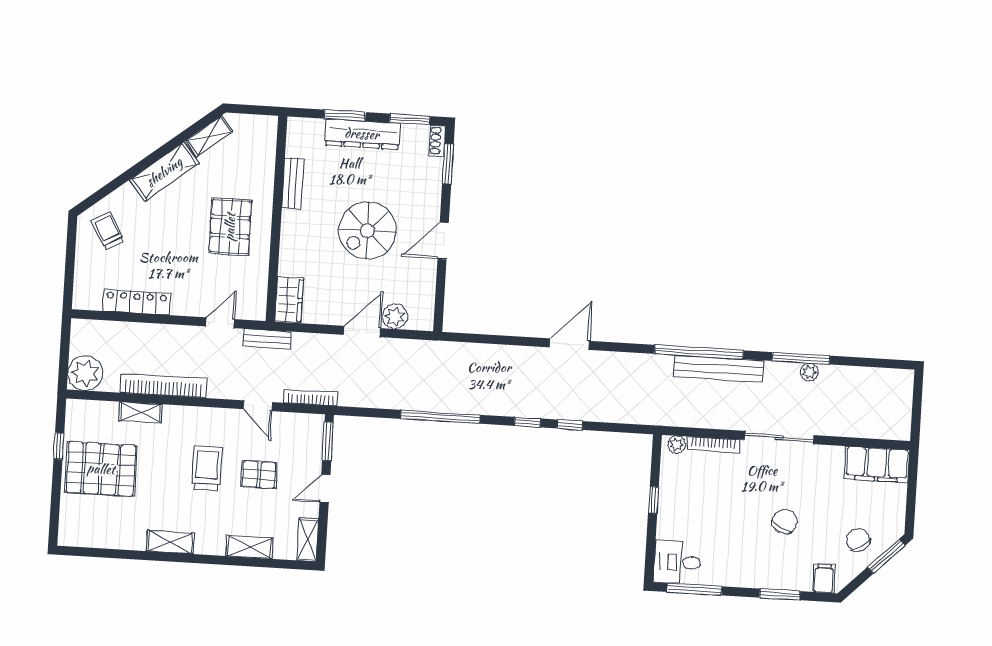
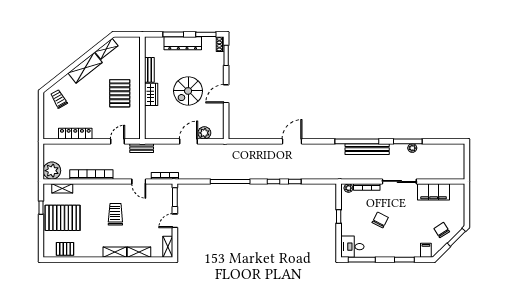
wardrobe: (289, 300) -> (151, 94), moved
shelving: (140, 412) -> (62, 188), moved
filing cabinet: (877, 465) -> (434, 192), moved
pallet: (259, 475) -> (65, 249), moved
chair: (785, 522) -> (380, 220), moved
shelving: (170, 542) -> (115, 252), moved

